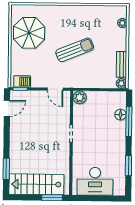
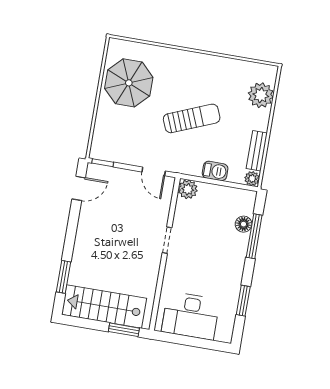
plant: (122, 23) -> (261, 95), width x1.87, depth x1.87
barbecue: (22, 81) -> (215, 171), moved

